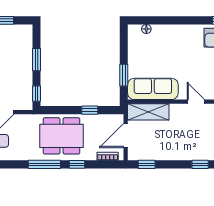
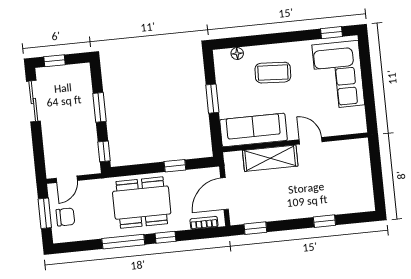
coffee table: (172, 46) -> (273, 73), added
window: (124, 75) -> (212, 99), moved
shelving: (148, 112) -> (270, 158), moved

